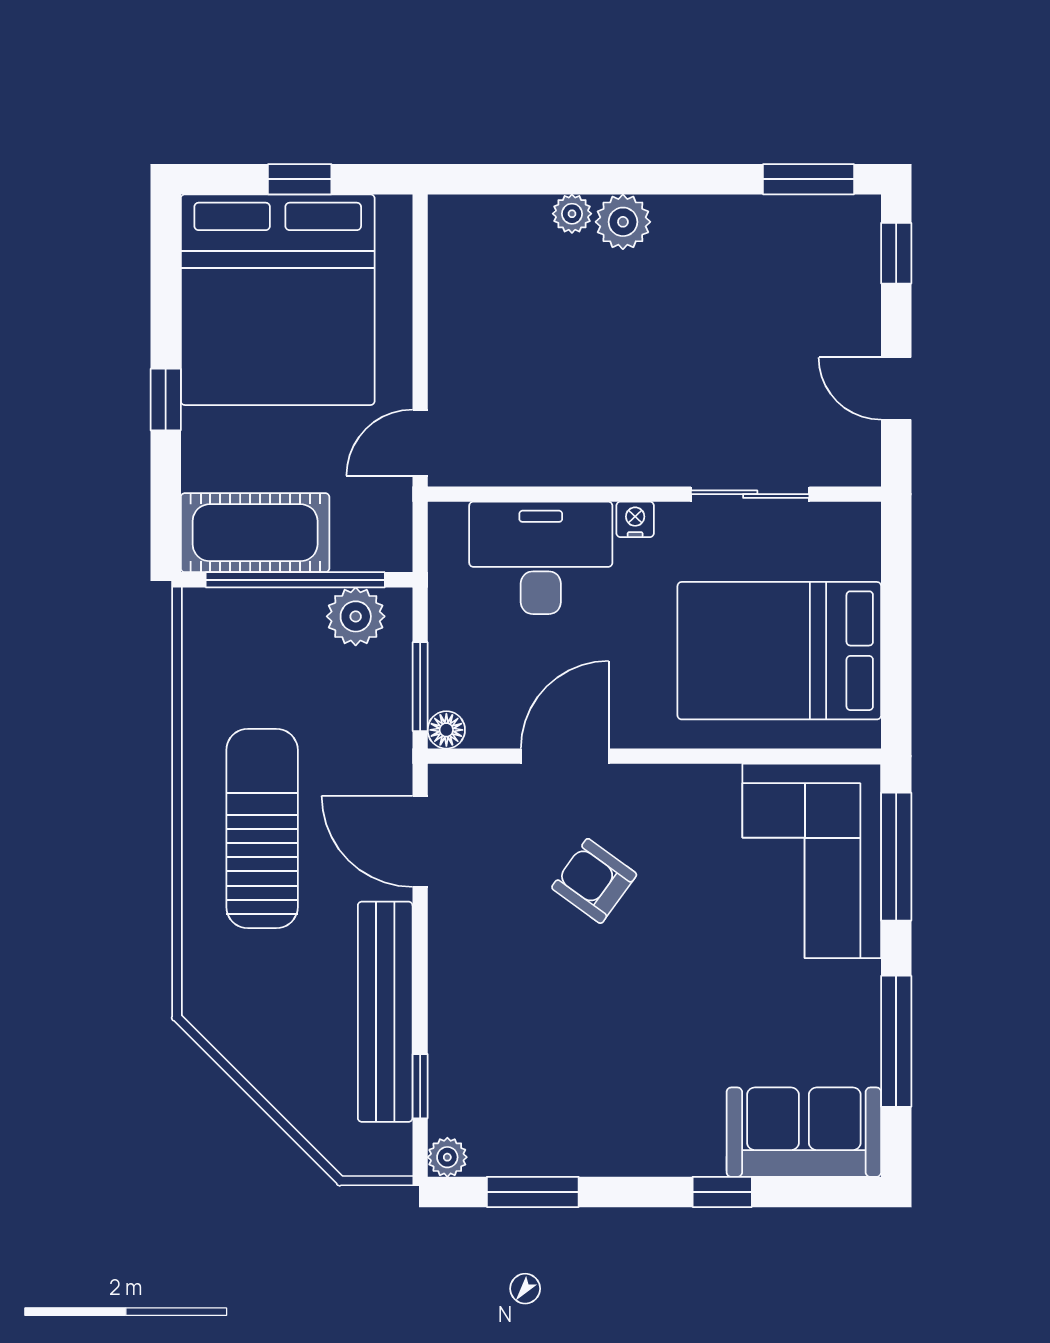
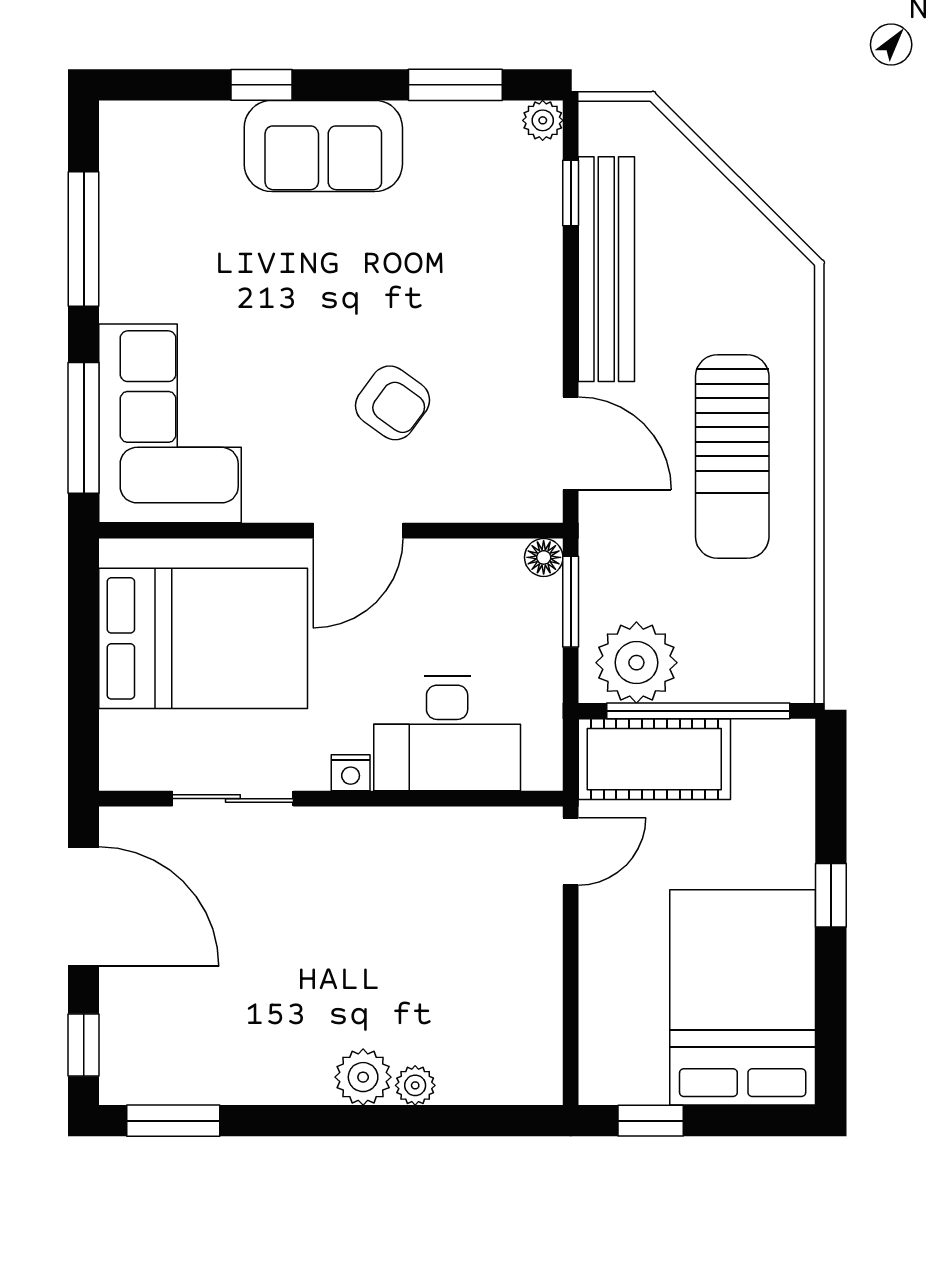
window: (300, 179) -> (651, 1121), moved
bed: (278, 300) -> (743, 997), width x0.73
door: (896, 388) -> (84, 907), width x1.88
cot: (255, 533) -> (654, 759), moved
plant: (356, 616) -> (636, 663), width x1.36, depth x1.36
door: (565, 756) -> (358, 531), moved
sofa: (804, 1132) -> (323, 146), moved

